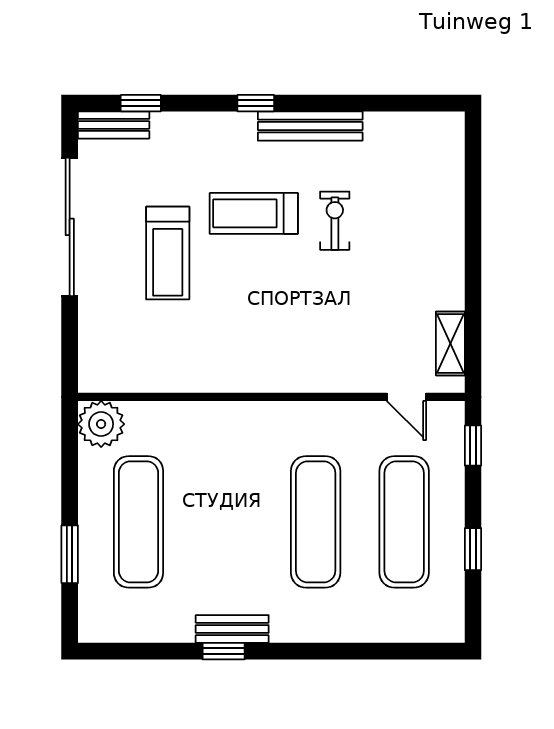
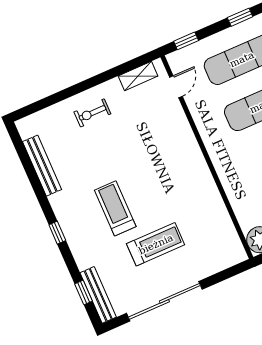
bench: (114, 125) -> (98, 295), width x1.36
bench: (310, 126) -> (42, 166), moved
treadmill: (254, 213) -> (115, 208), turned 180
exercise bike: (335, 221) -> (92, 113), moved

